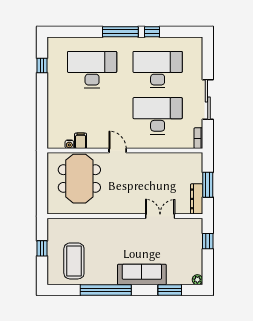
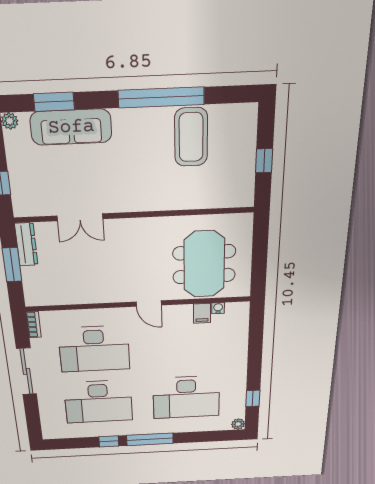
plant: (52, 42) -> (238, 424), added
coffee table: (74, 261) -> (191, 137), moved
sofa: (142, 274) -> (71, 127), moved

